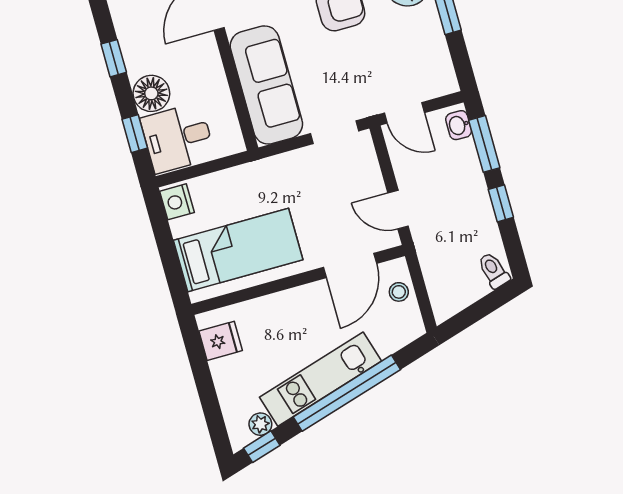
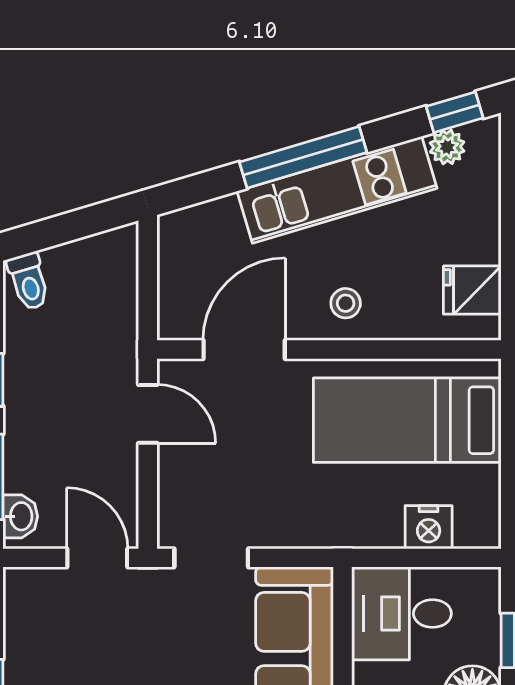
desk: (178, 138) -> (401, 614), moved, turned 180
nightstand: (177, 202) -> (429, 527), moved, turned 90
stool: (399, 292) -> (346, 303), moved
window: (347, 393) -> (303, 157), width x0.68

